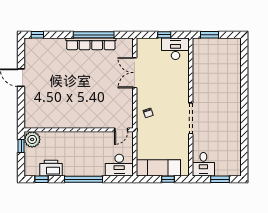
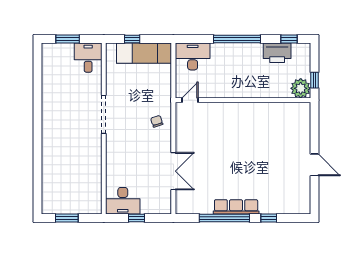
window: (37, 35) -> (269, 218), moved
window: (209, 35) -> (67, 218), moved
row of seats: (91, 44) -> (236, 207), width x0.73

